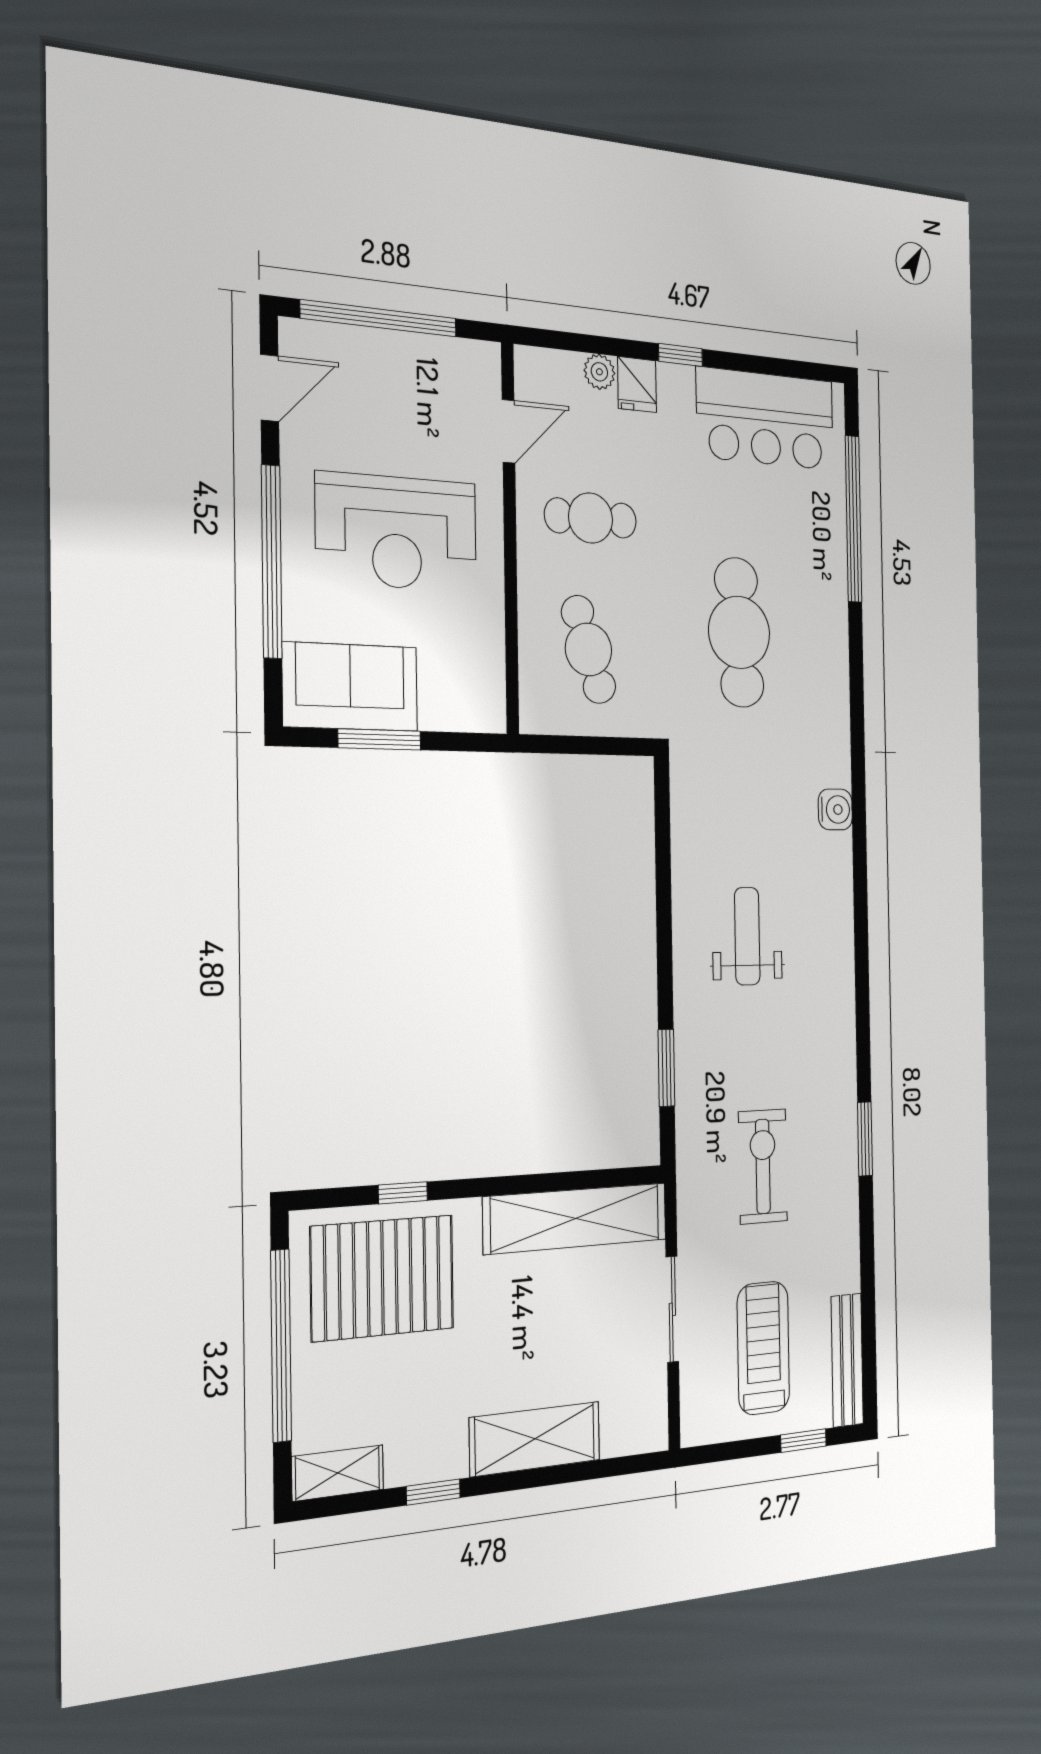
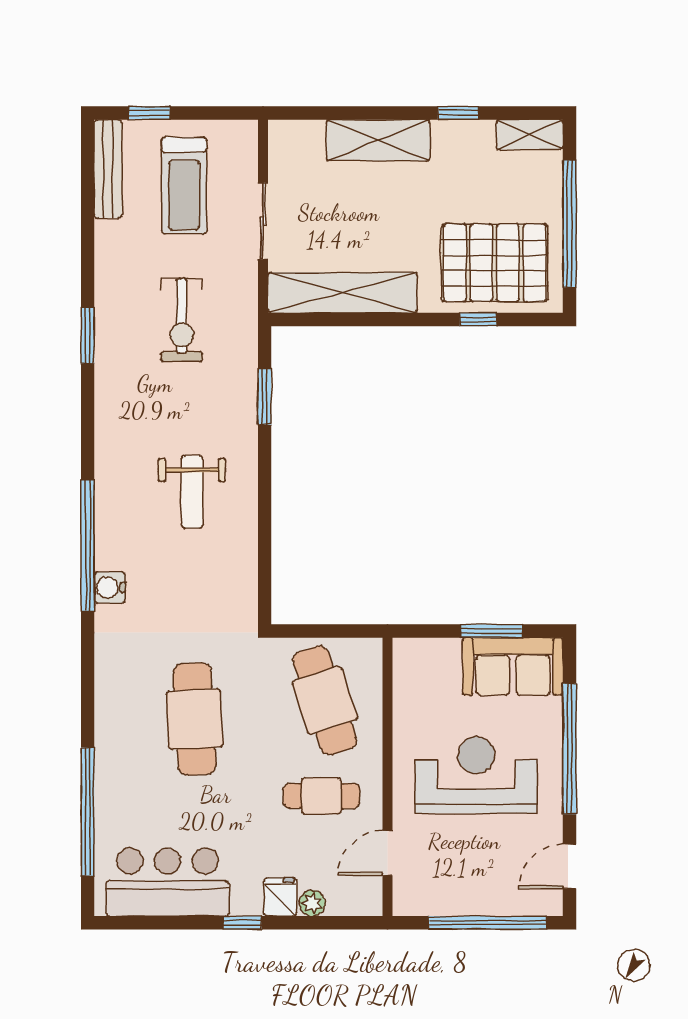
cafe table: (588, 649) -> (325, 700), width x1.37, depth x1.35
window: (860, 864) -> (88, 545), added

